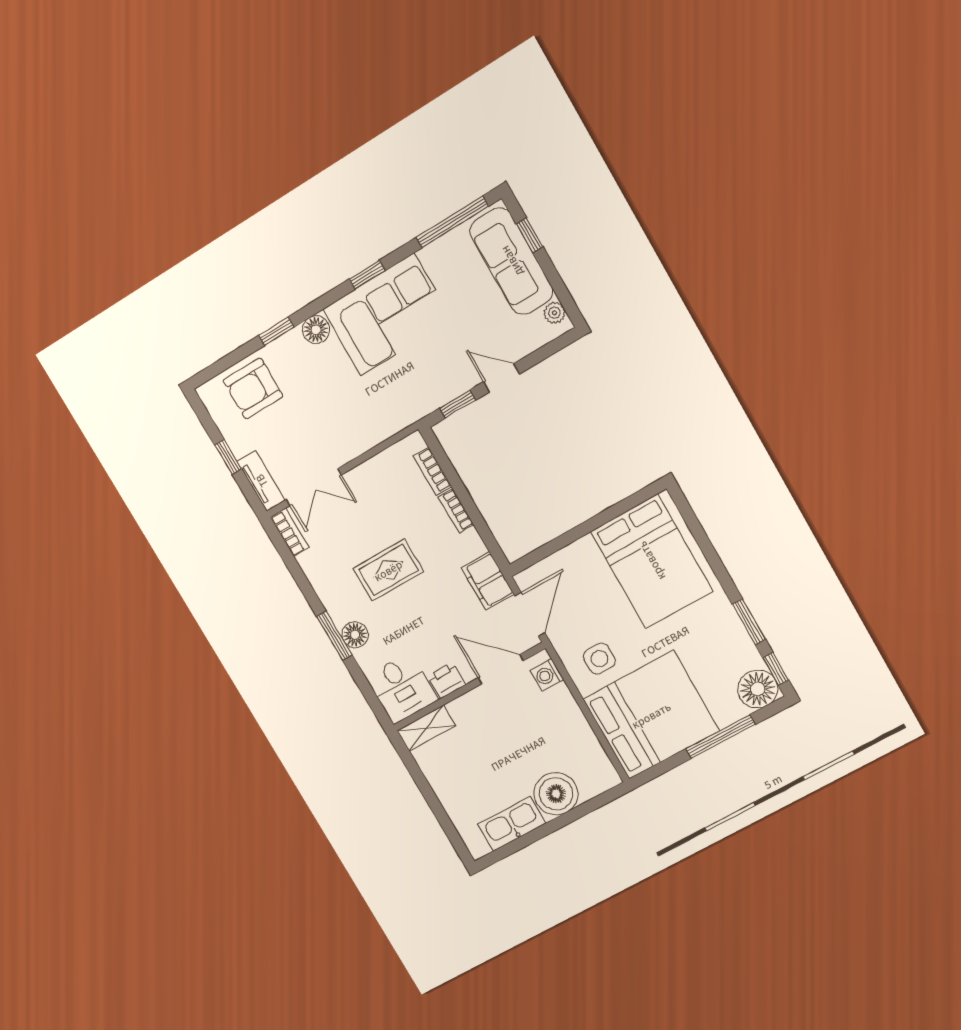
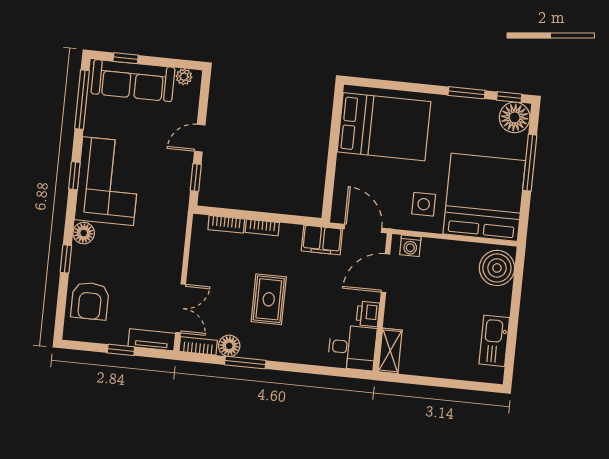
floor lamp: (355, 635) -> (229, 346), moved
window: (334, 636) -> (245, 363), moved
boiler: (556, 794) -> (497, 268), moved

